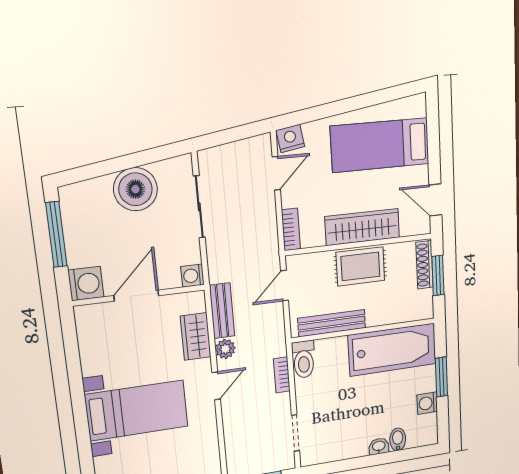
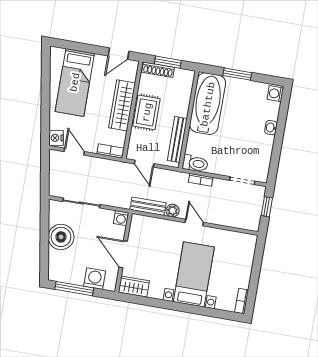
washing machine: (86, 284) -> (95, 279), moved
wardrobe: (196, 337) -> (134, 287), moved, turned 180
washing machine: (427, 403) -> (275, 94), moved, turned 90
bidet: (398, 439) -> (271, 114), removed

